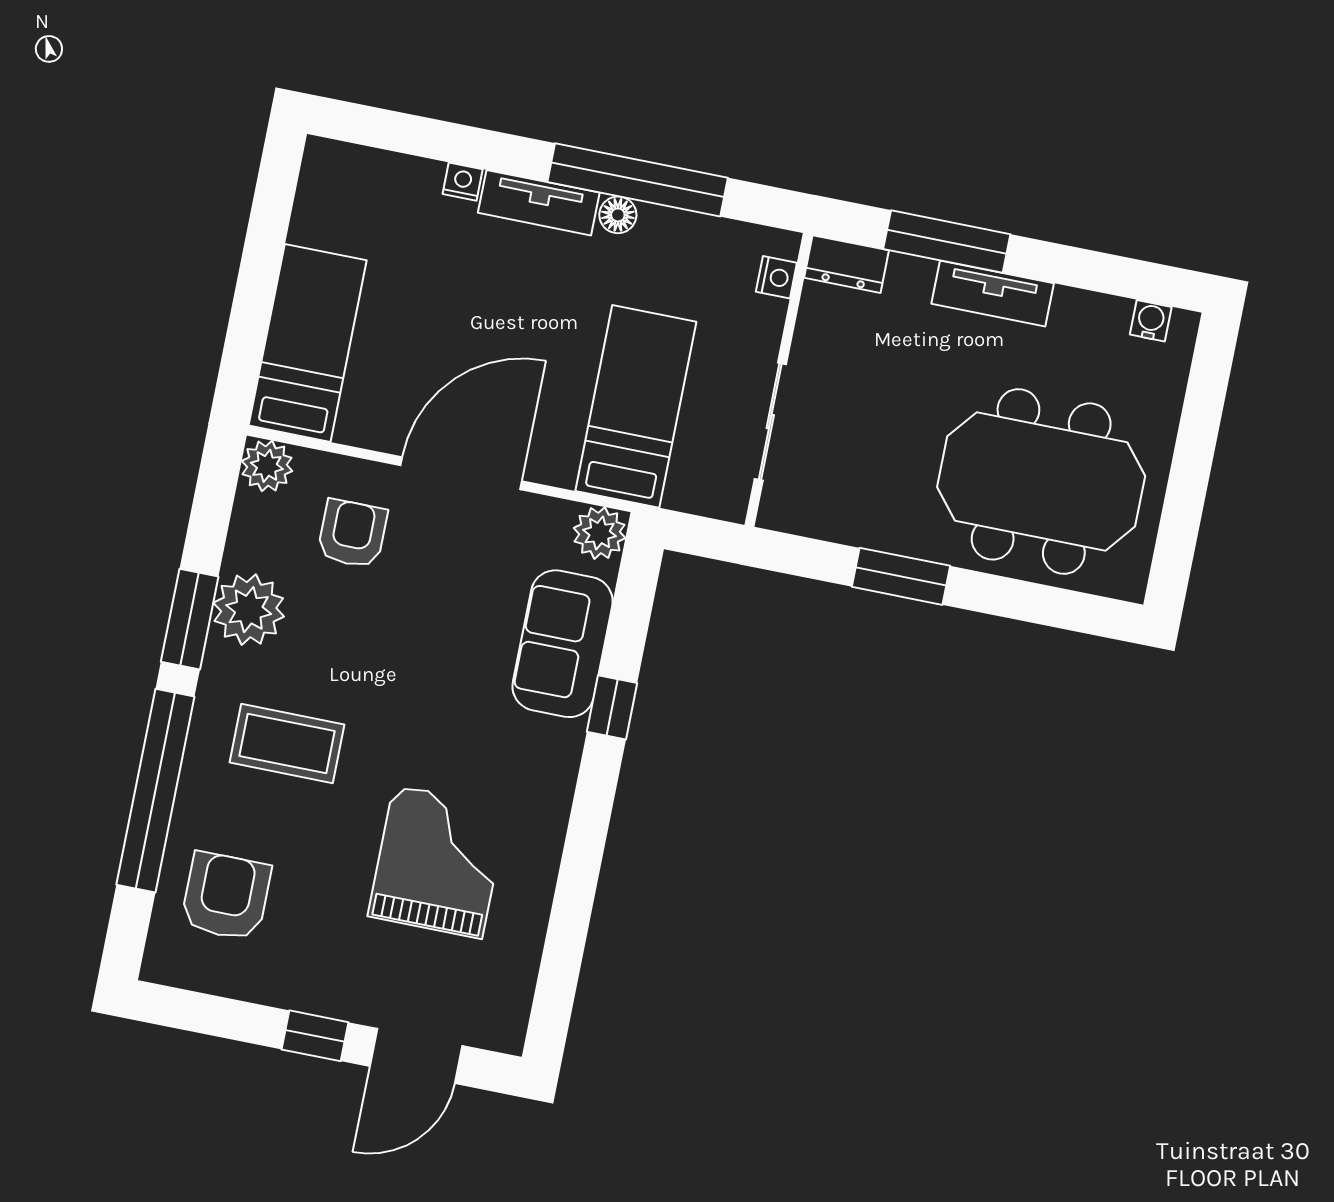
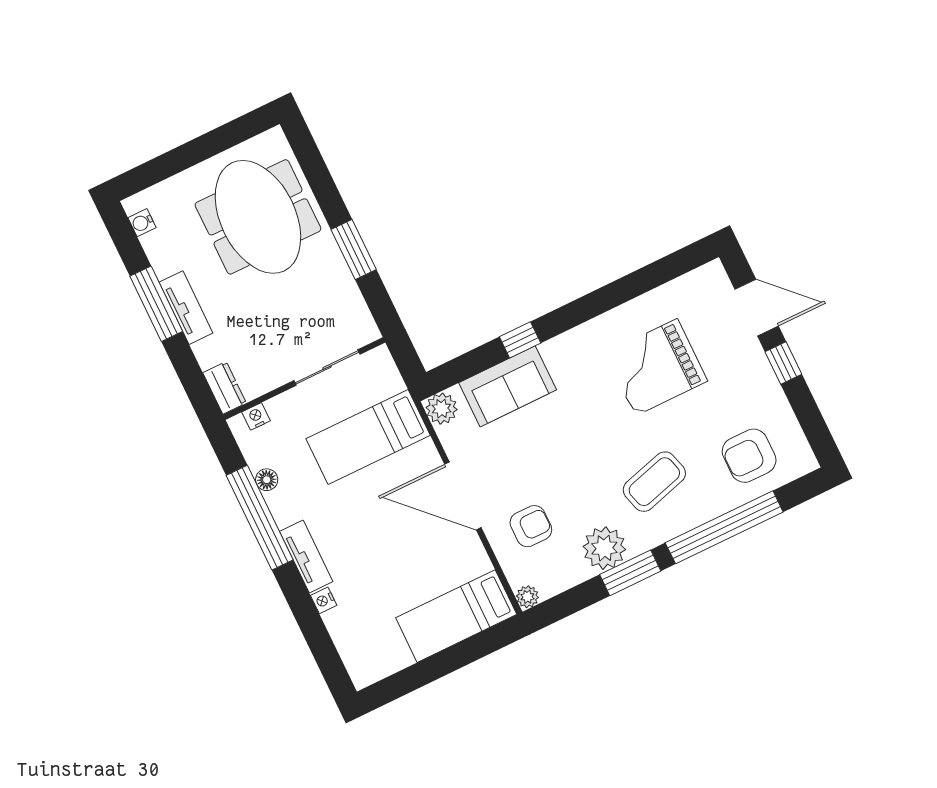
floor lamp: (618, 215) -> (267, 480), moved
window: (947, 242) -> (156, 304), moved
plant: (267, 466) -> (527, 597), width x0.73, depth x0.73
armchair: (352, 534) -> (531, 526), turned 180
coffee table: (287, 743) -> (654, 482), turned 74

